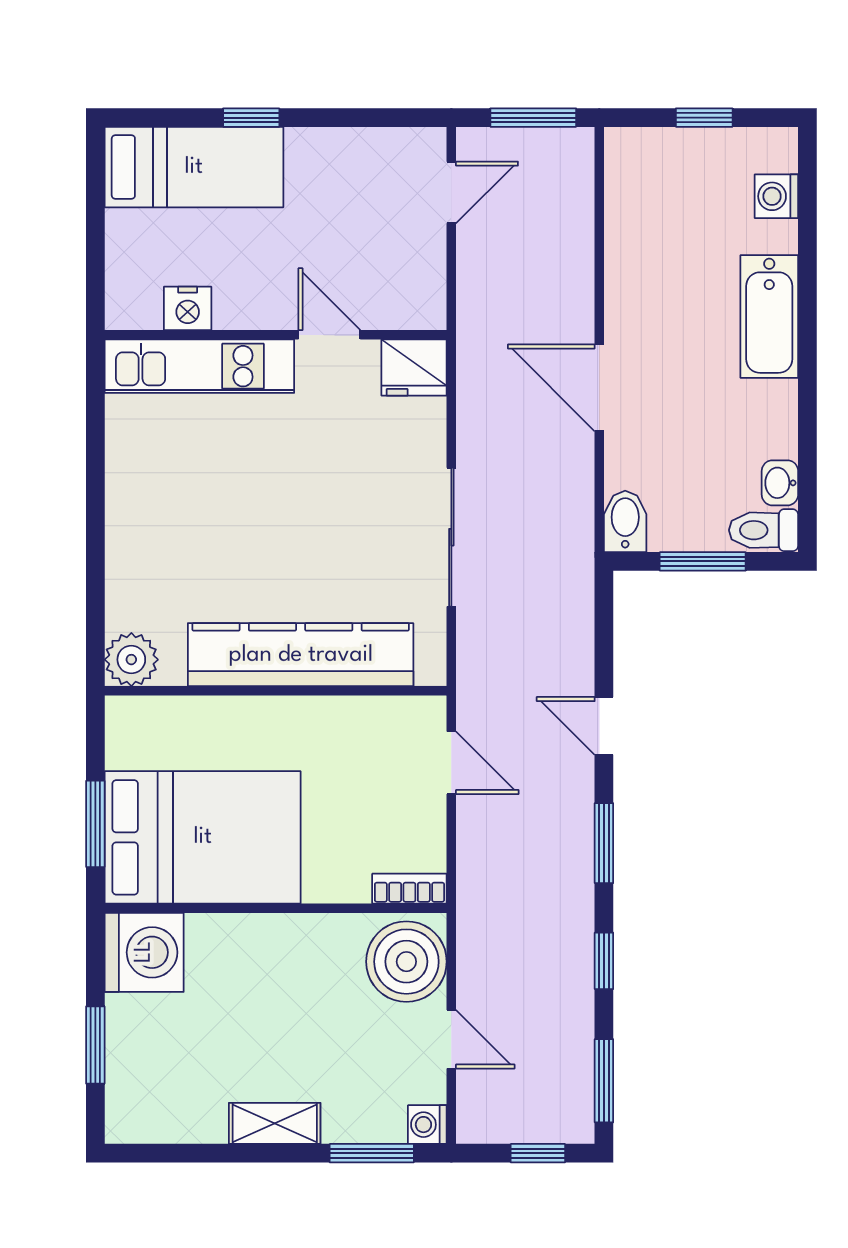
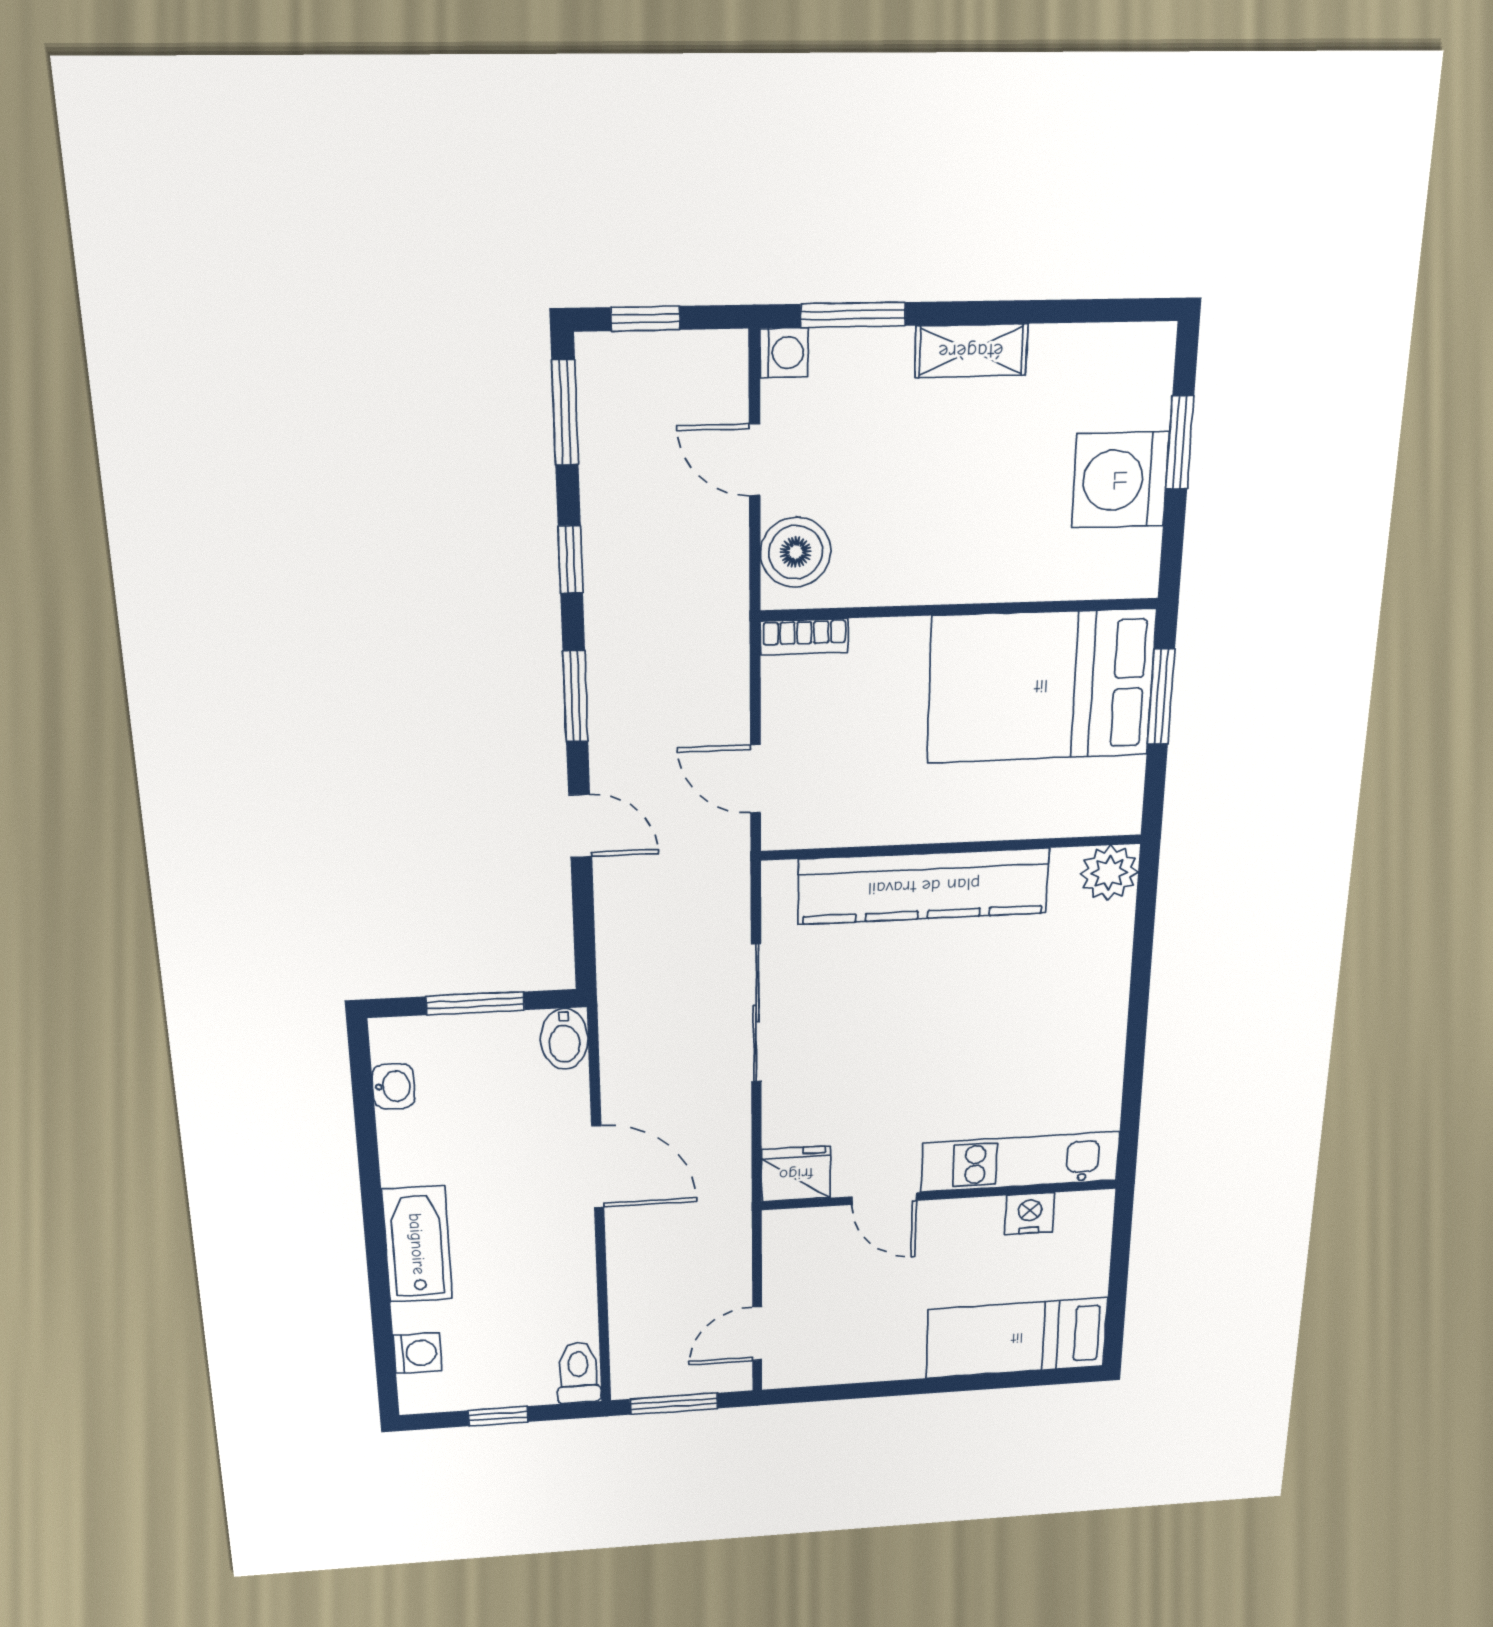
window: (251, 118) -> (958, 1384), removed
toilet: (763, 530) -> (578, 1373), moved, turned -90
washing machine: (144, 952) -> (1120, 480), moved
boiler: (406, 962) -> (796, 552), width x0.73, depth x0.73

